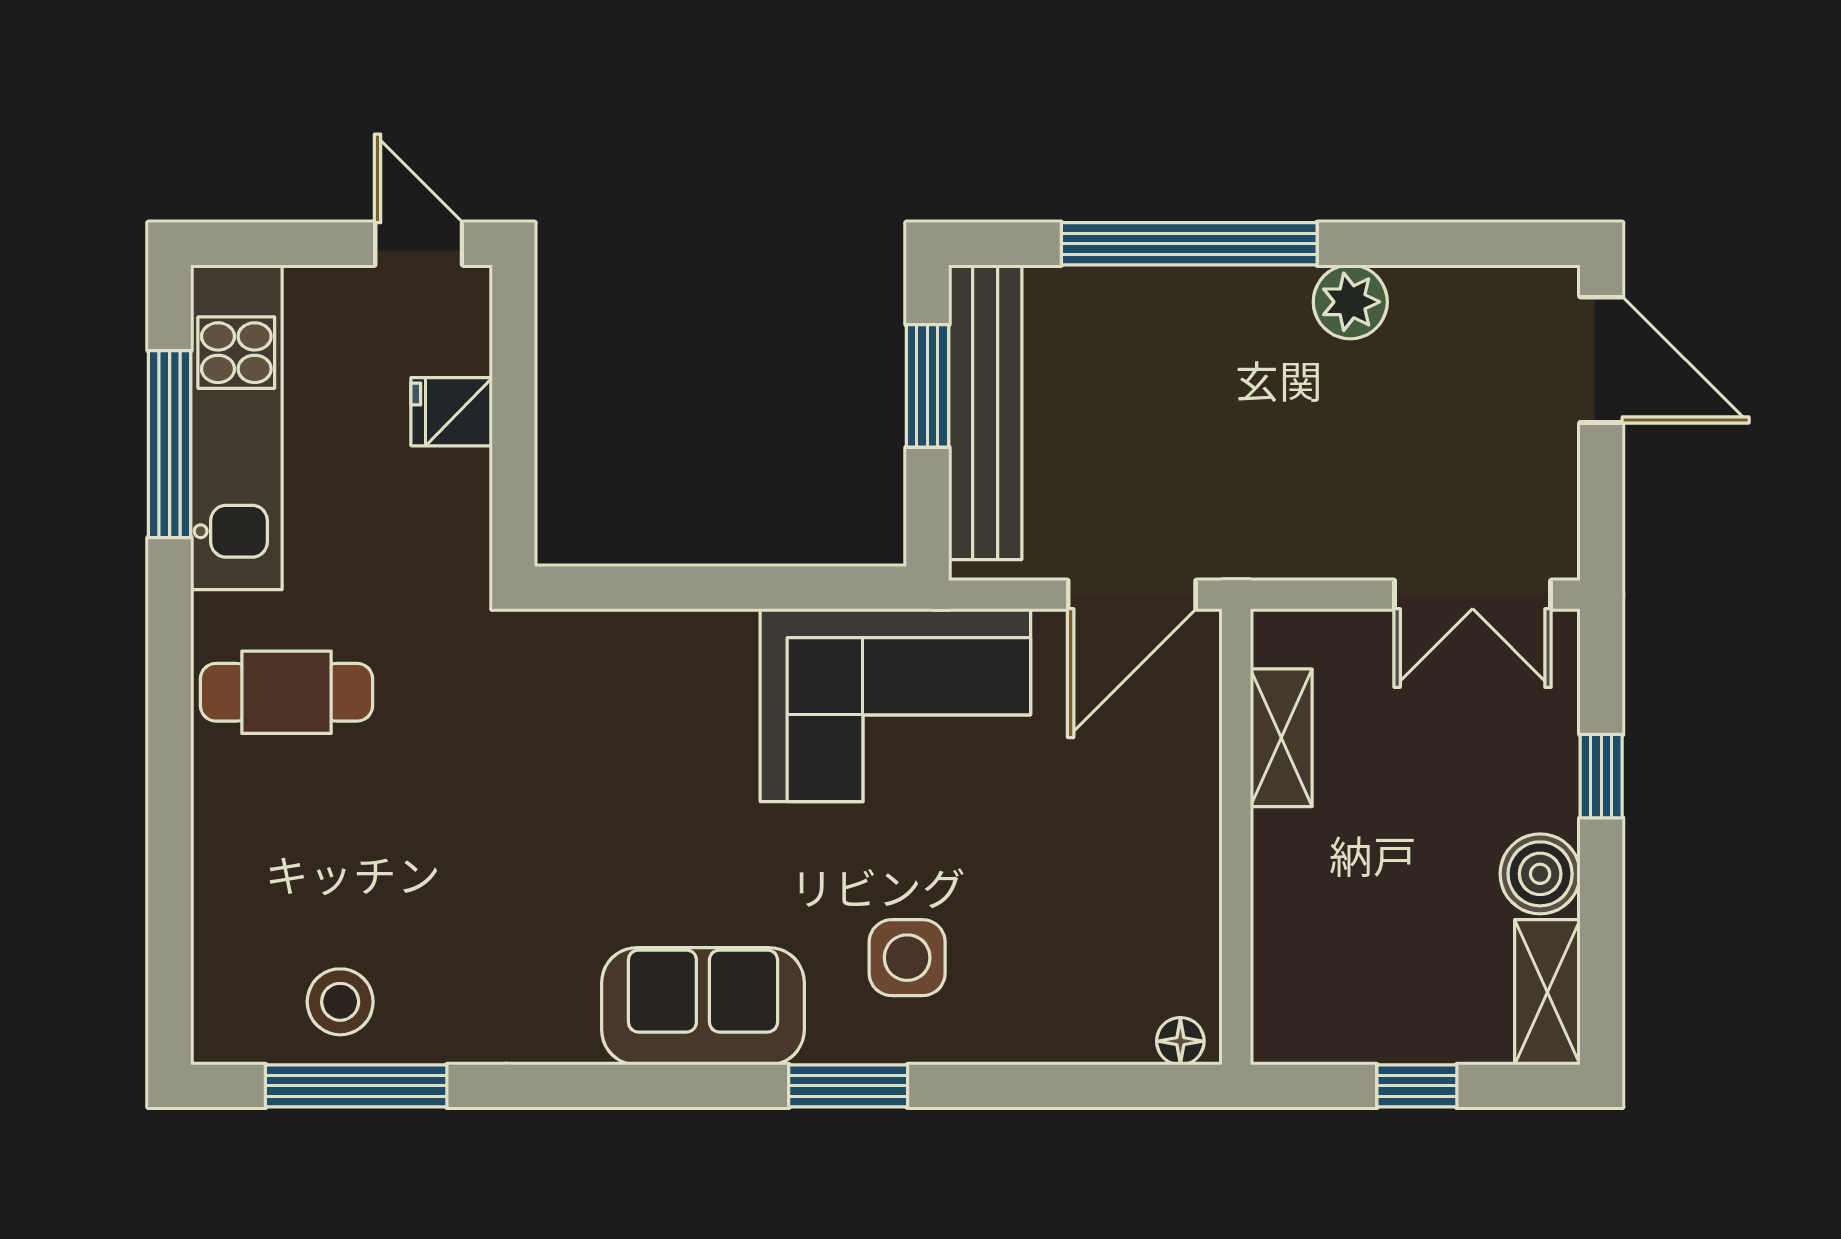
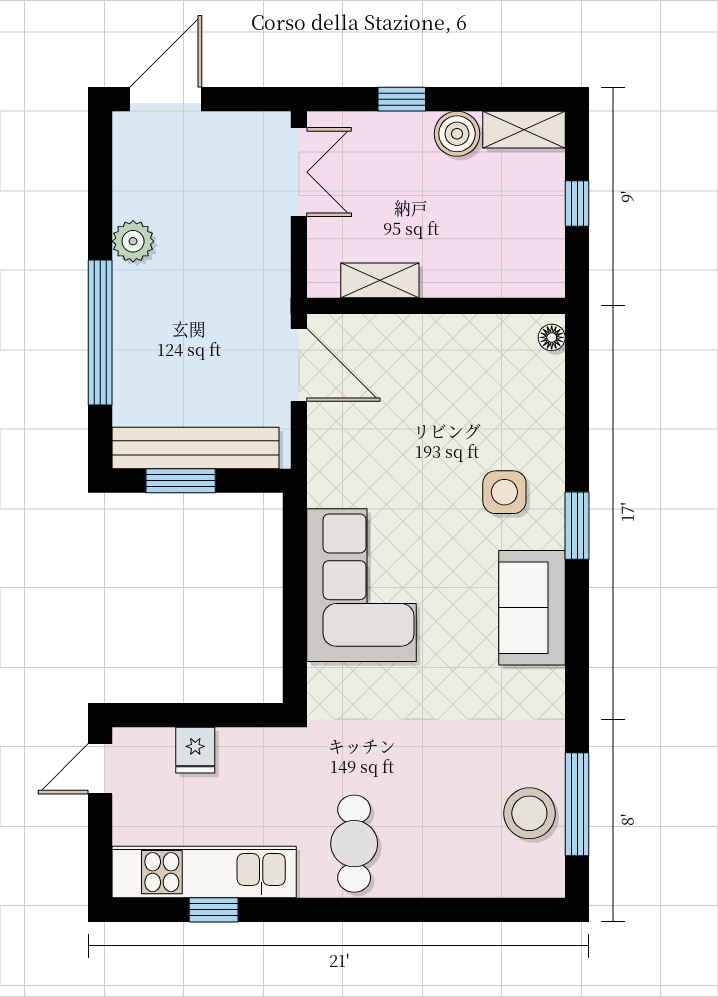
window: (170, 444) -> (214, 910), width x0.46
corner sofa: (895, 705) -> (361, 585), moved
stool: (340, 1002) -> (529, 813), width x1.38, depth x1.38

